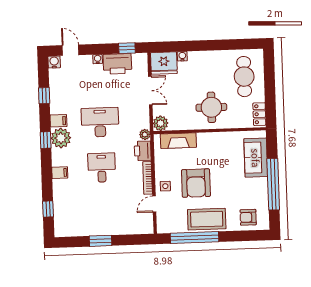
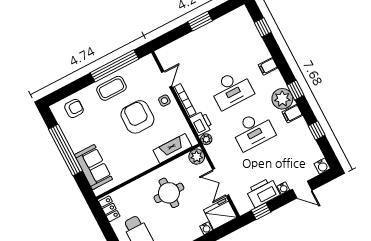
door: (70, 50) -> (302, 190), moved
round table: (211, 107) -> (169, 193), moved
desk: (102, 168) -> (232, 89), width x1.37
coffee table: (207, 219) -> (111, 88), width x0.73, depth x0.76

